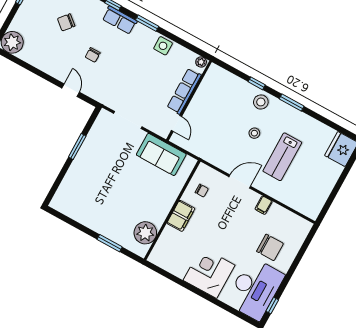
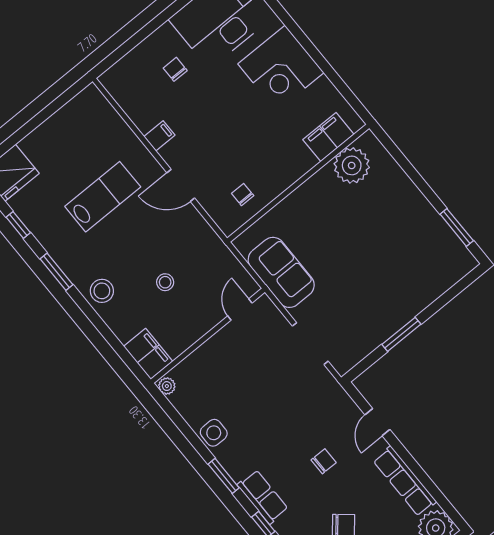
filing cabinet: (219, 76) -> (148, 354), added
window: (257, 83) -> (18, 225), moved
row of seats: (184, 91) -> (405, 481), moved, turned 90
stool: (254, 133) -> (165, 282), moved
filing cabinet: (181, 216) -> (328, 137), moved
window: (110, 243) -> (457, 227), moved
chair: (270, 247) -> (175, 69), width x0.54, depth x0.54

